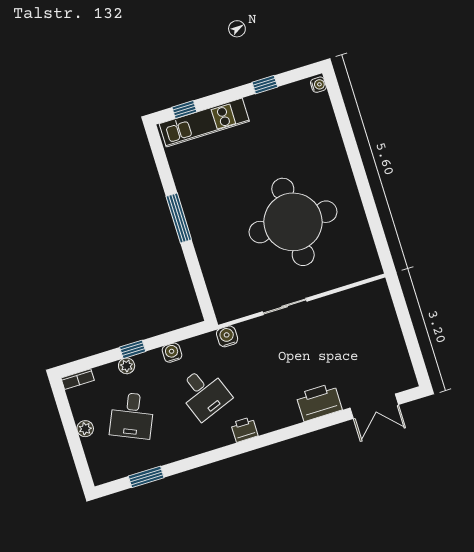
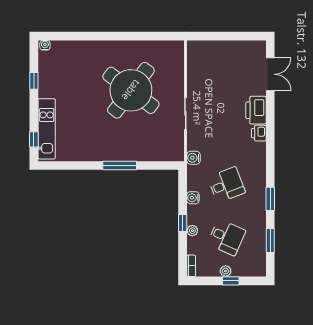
window: (179, 218) -> (120, 165), moved
round table: (293, 222) -> (131, 90), turned 37
printer: (244, 429) -> (259, 133), moved
window: (74, 440) -> (231, 281), added
window: (203, 459) -> (270, 199), added

